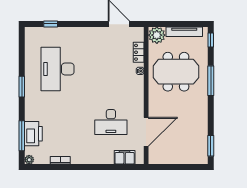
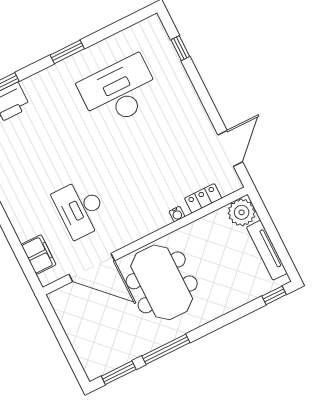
meeting table: (176, 72) -> (162, 282), moved
window: (211, 81) -> (166, 349), moved

